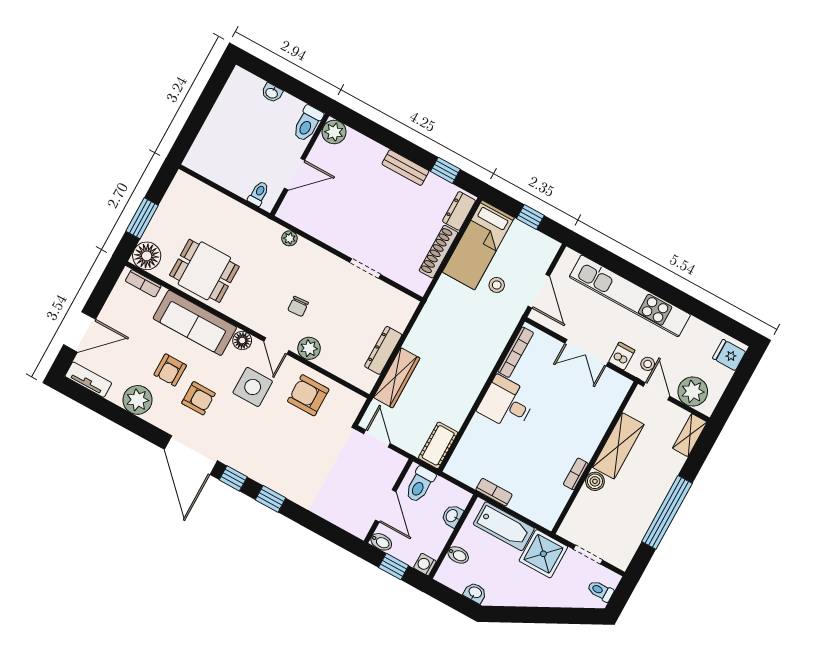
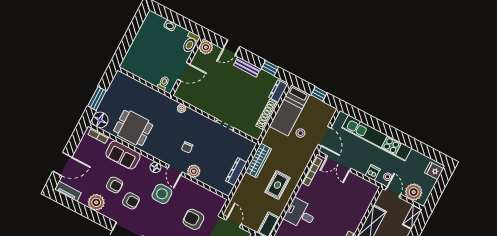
door: (379, 134) -> (231, 48), added
sofa: (195, 323) -> (123, 155), width x0.73
double door: (586, 353) -> (338, 163), moved
armchair: (170, 370) -> (115, 185), turned -90
rug: (455, 375) -> (277, 185), added
wardrobe: (397, 378) -> (258, 160), moved
armchair: (308, 395) -> (193, 219), moved
desk: (507, 403) -> (300, 214), moved

